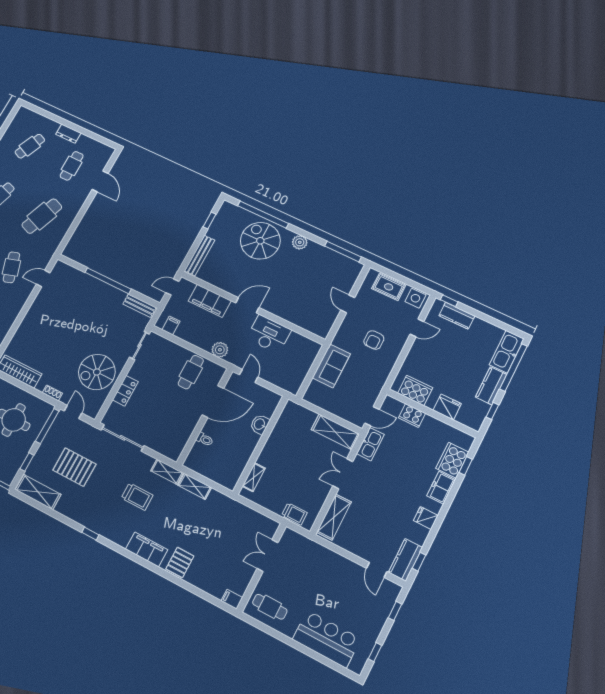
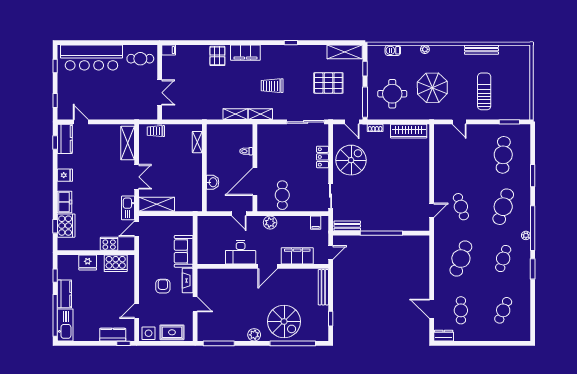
dresser: (68, 134) -> (444, 336), moved
fireplace: (343, 333) -> (188, 281), added
bar counter: (327, 639) -> (91, 58), width x1.36

